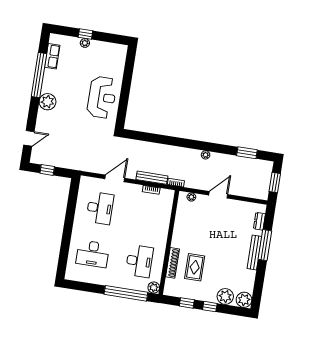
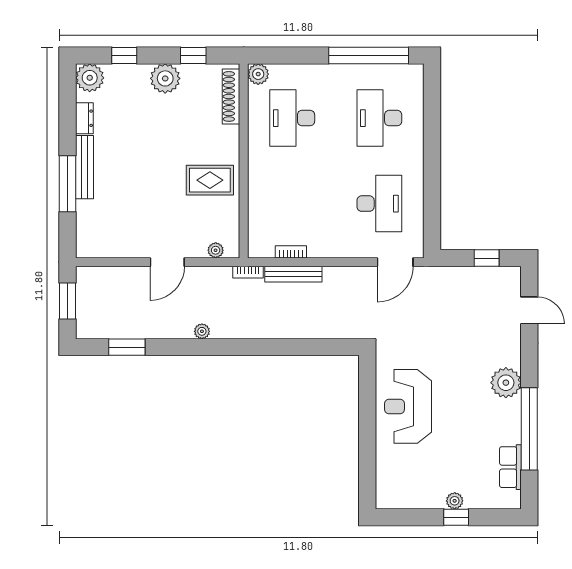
door: (29, 138) -> (529, 310), swing flipped
door: (115, 178) -> (395, 262), moved
desk: (100, 208) -> (379, 204), turned 180
dresser: (259, 221) -> (84, 118), moved
desk: (93, 254) -> (379, 118), turned -90
shoe rack: (172, 263) -> (231, 96), moved
rug: (195, 267) -> (210, 180), moved, turned 90
window: (126, 293) -> (369, 55), moved
plant: (225, 296) -> (165, 78), moved
window: (210, 307) -> (124, 55), moved

